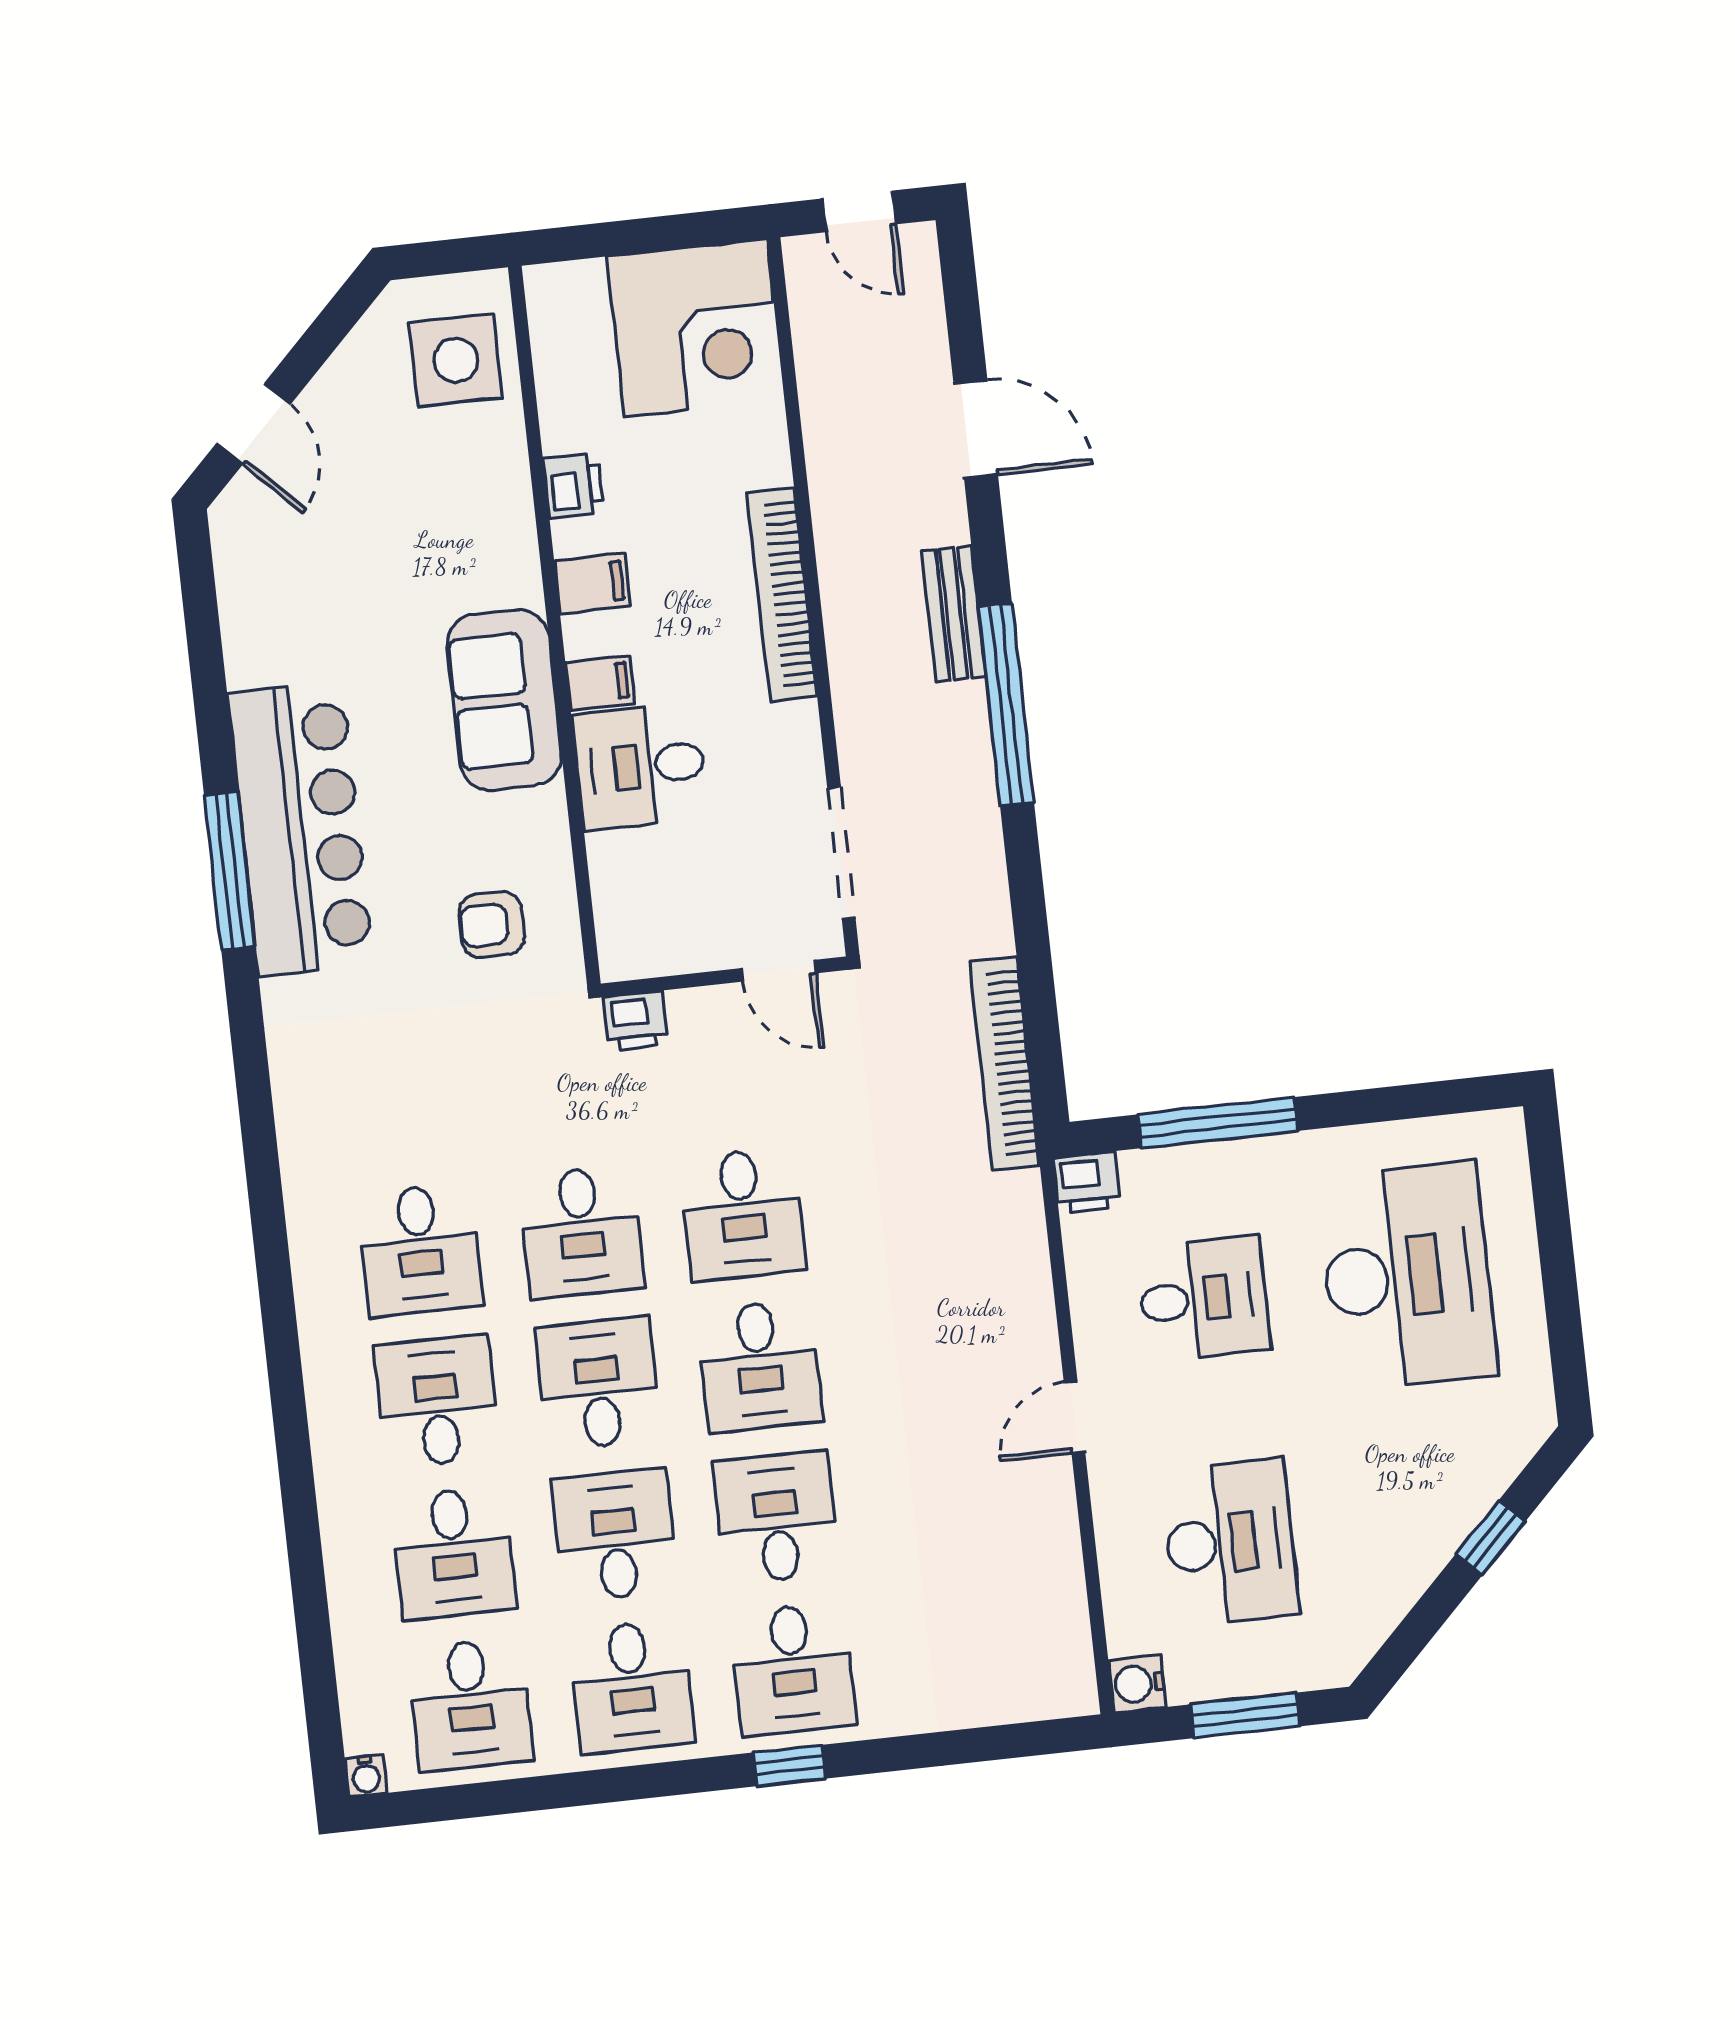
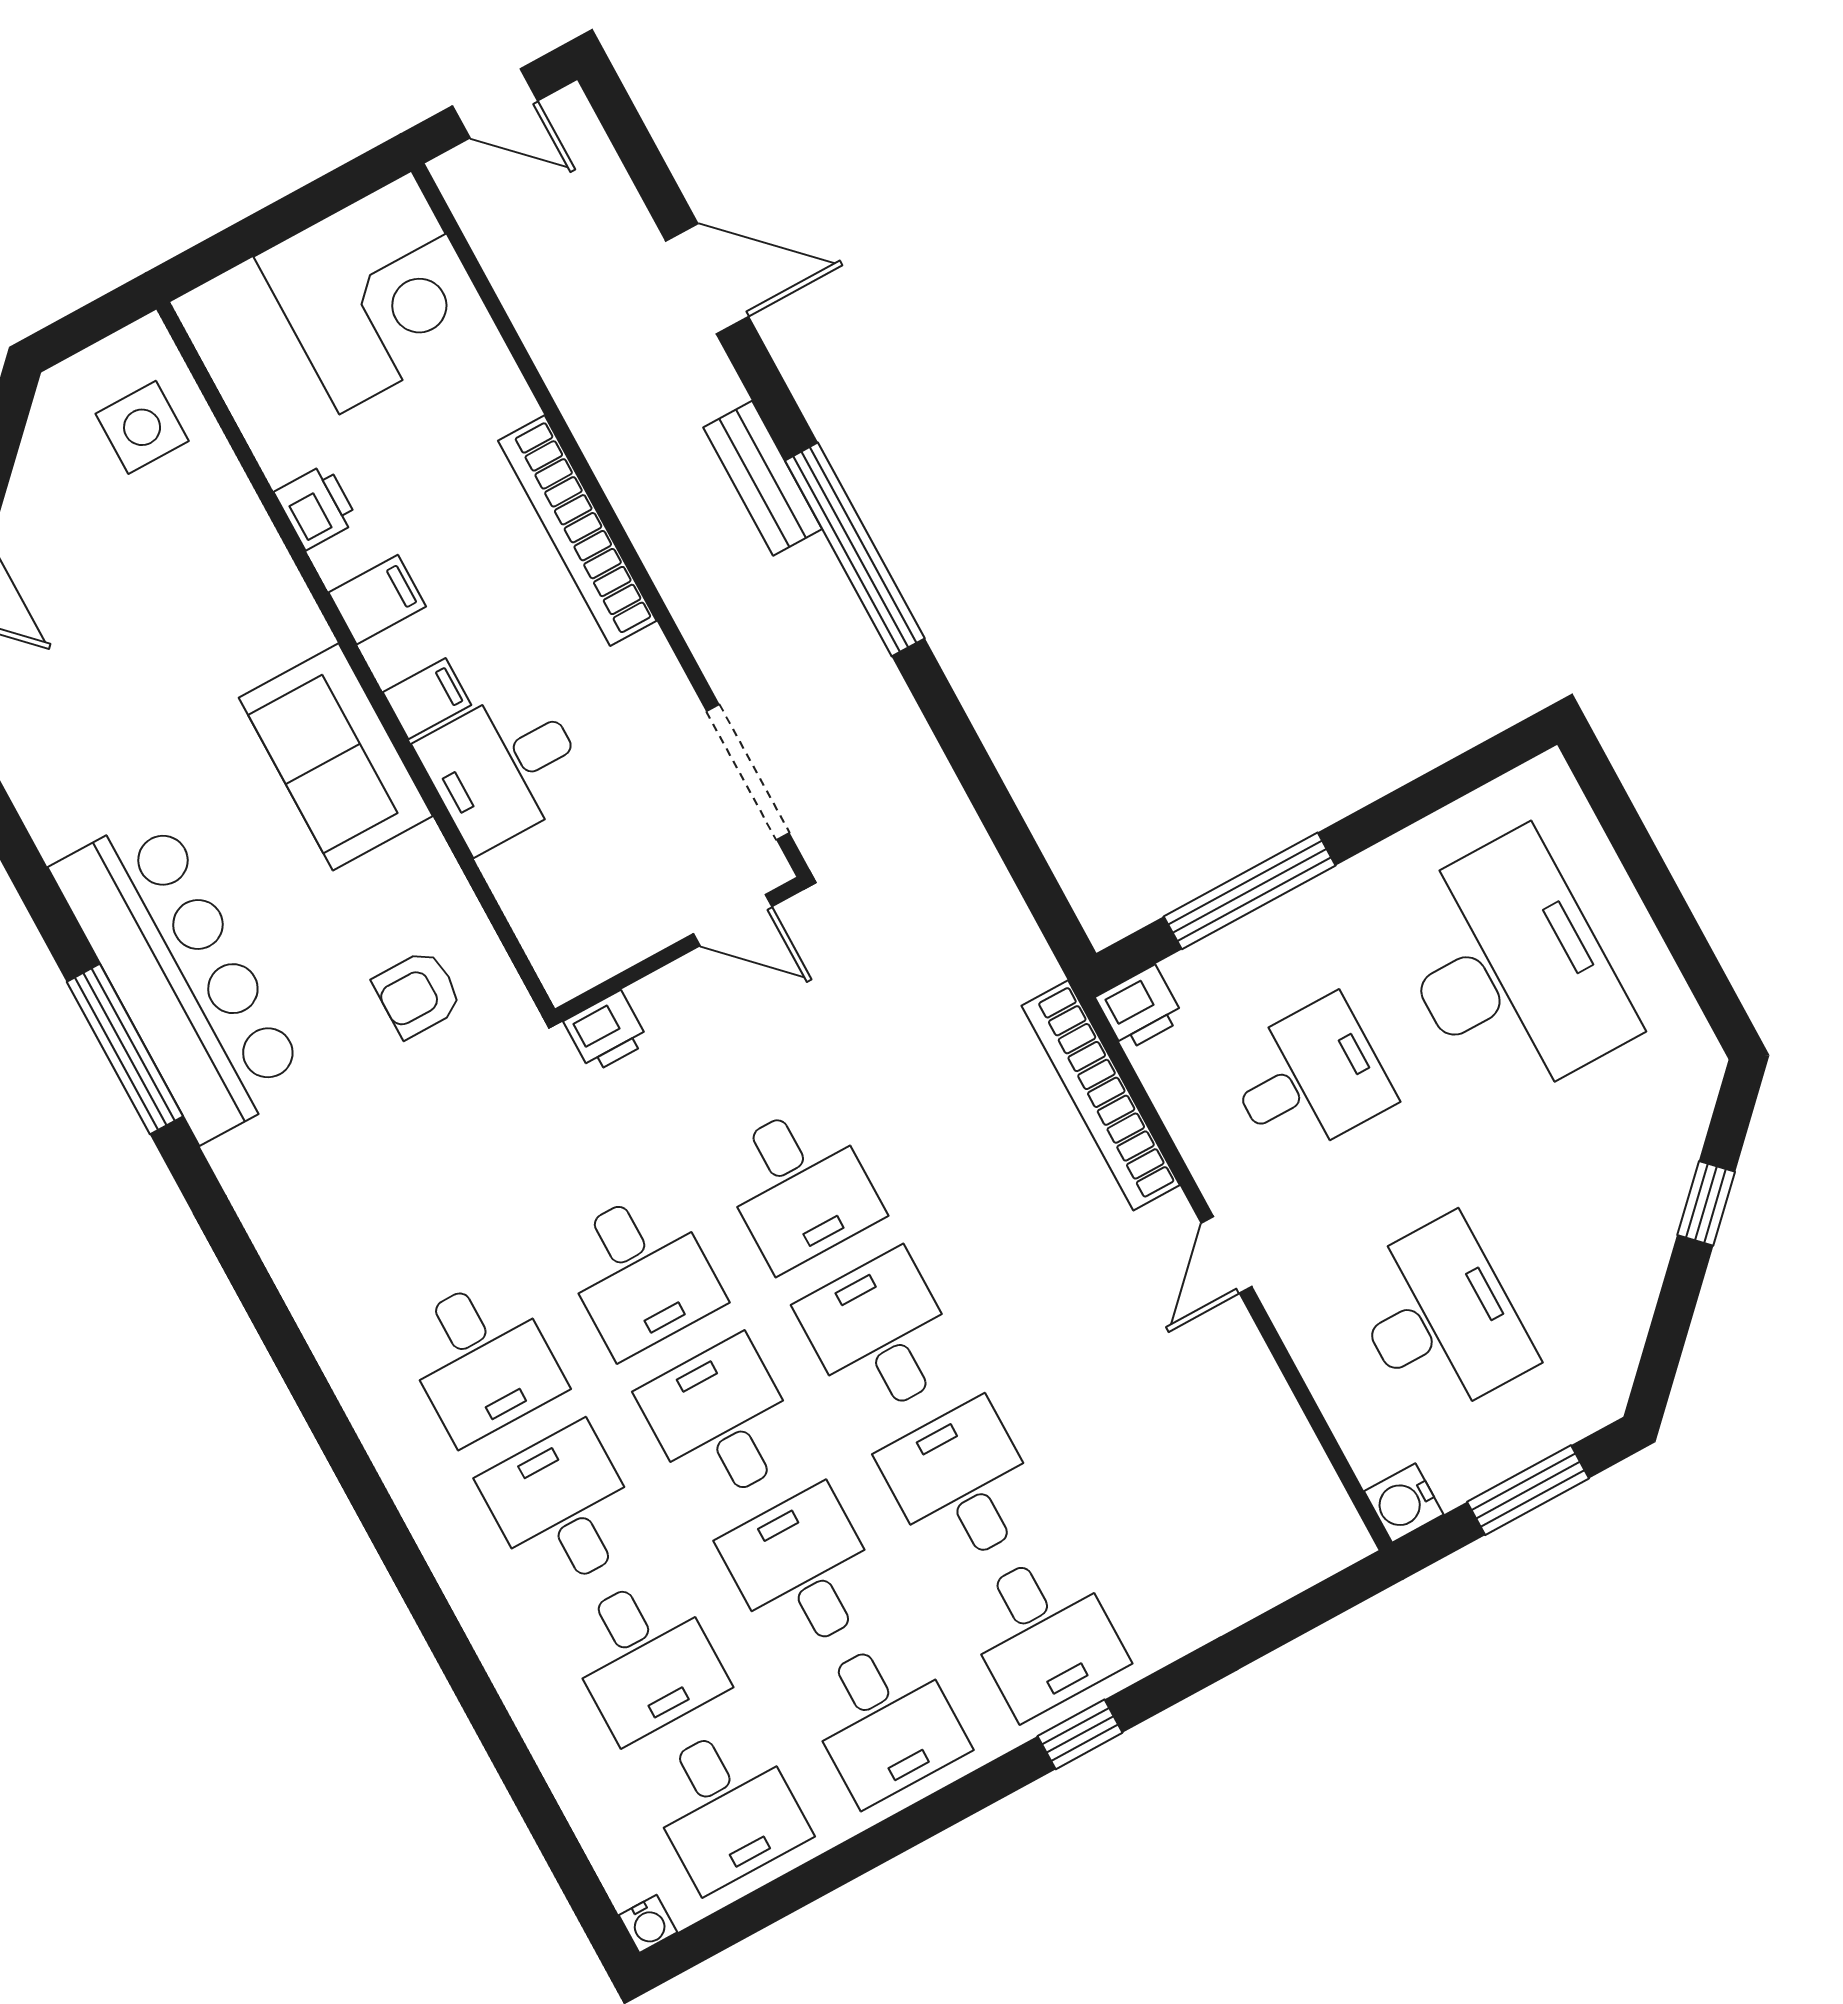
side table: (456, 360) -> (142, 427), width x0.73, depth x0.73
bookcase: (1005, 1063) -> (1101, 1095), moved
desk: (760, 1366) -> (880, 1335), turned 180

